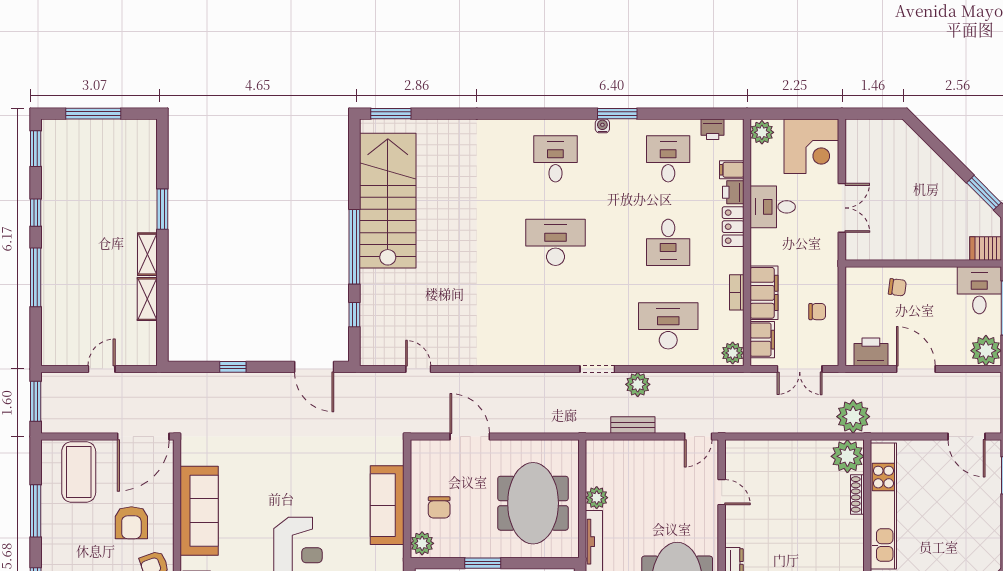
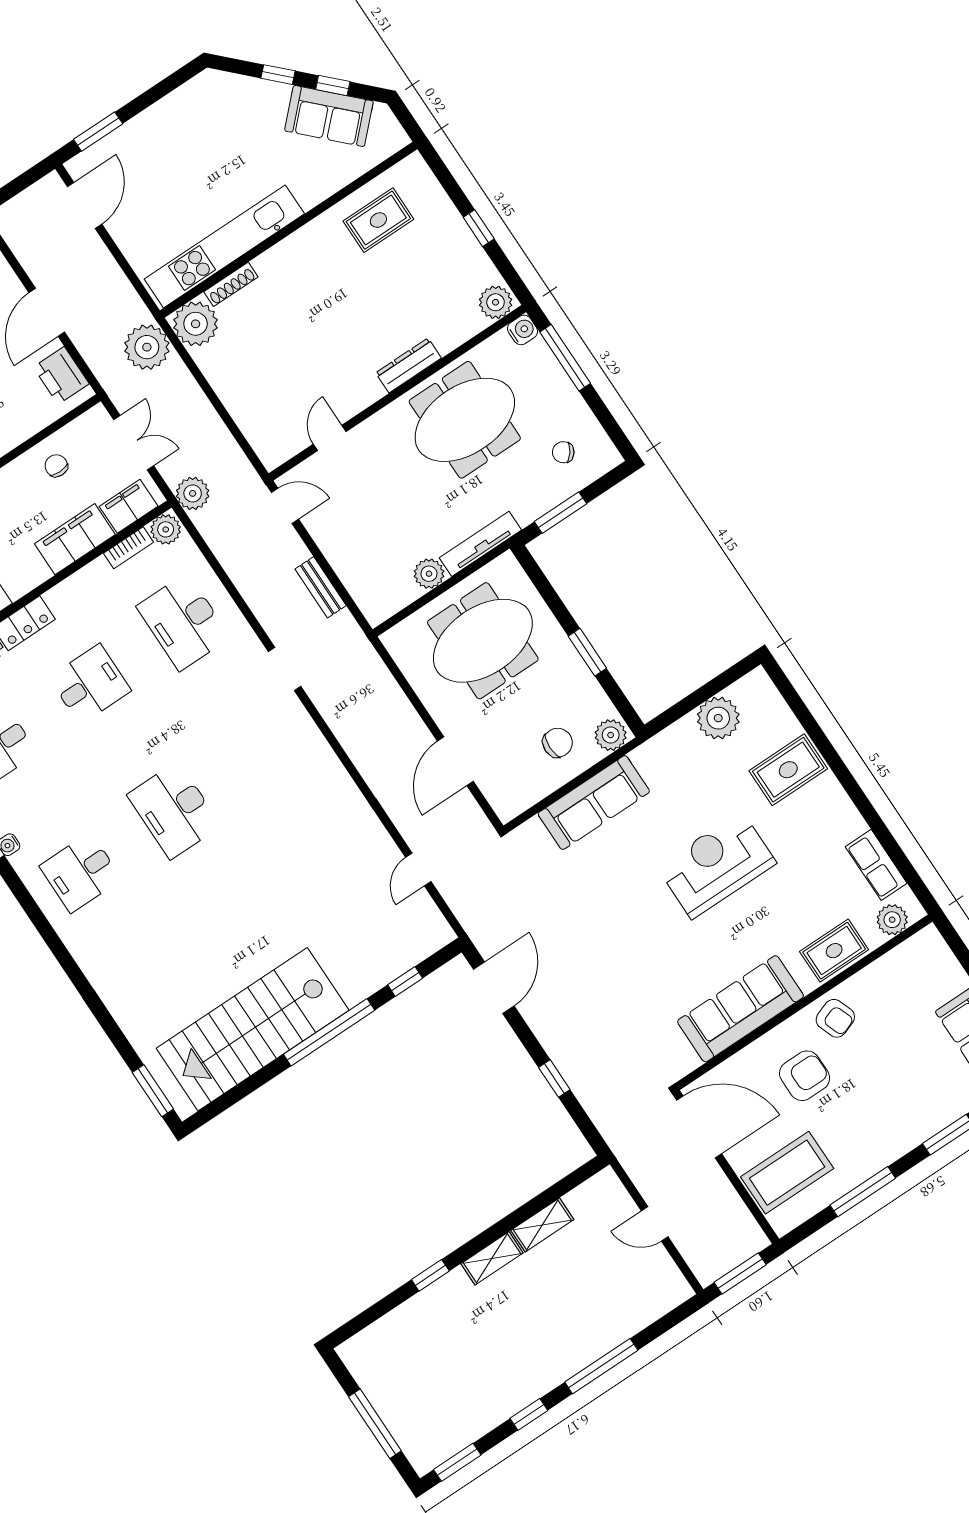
window: (162, 209) -> (430, 1275), width x0.67
bookcase: (737, 292) -> (128, 548), moved
plant: (638, 384) -> (193, 493), moved

